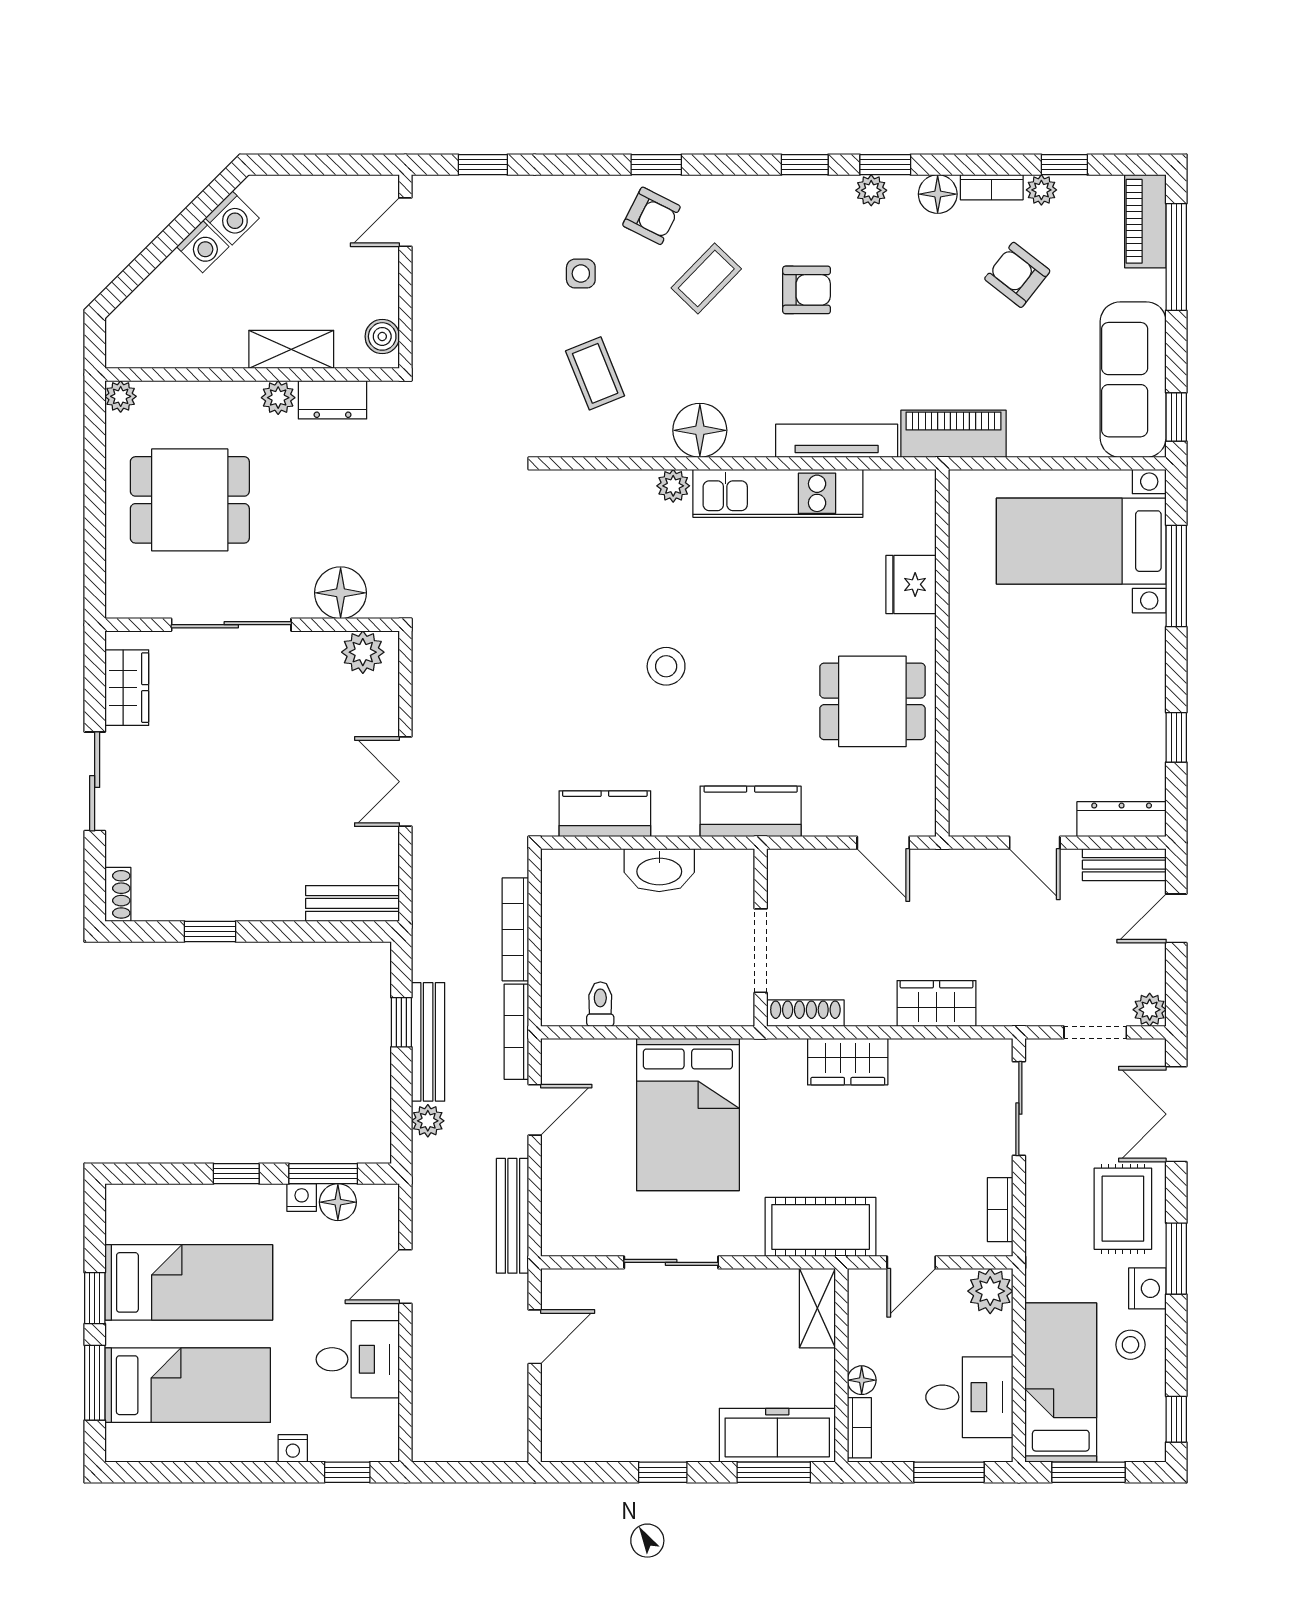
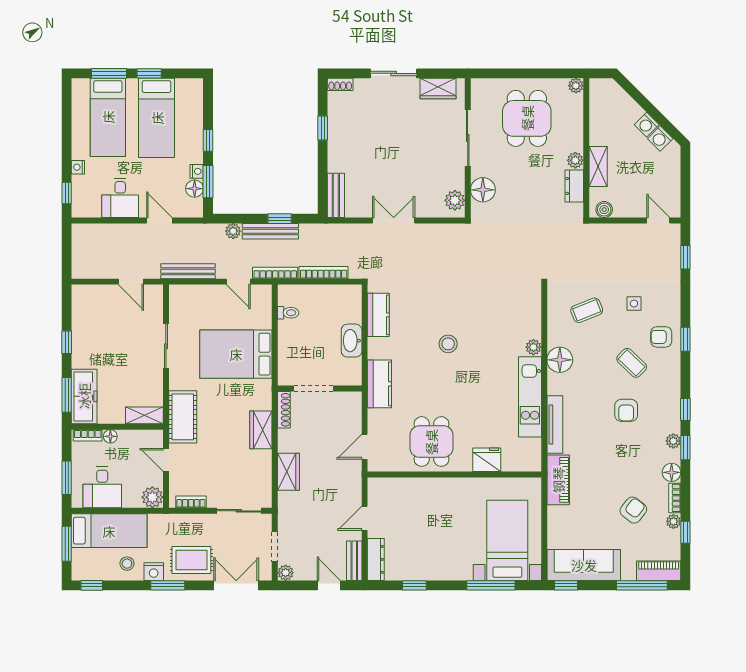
armchair: (651, 216) -> (661, 337), turned 63

